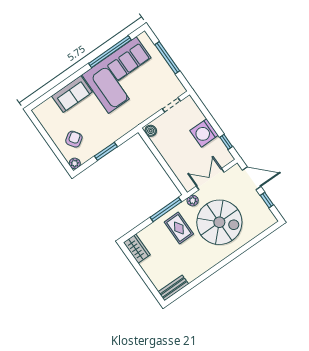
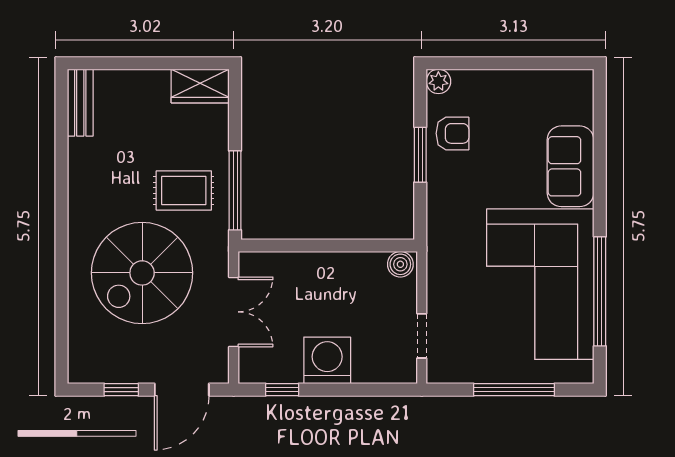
armchair: (74, 139) -> (452, 133), moved, turned -56
plant: (193, 201) -> (217, 252), removed

